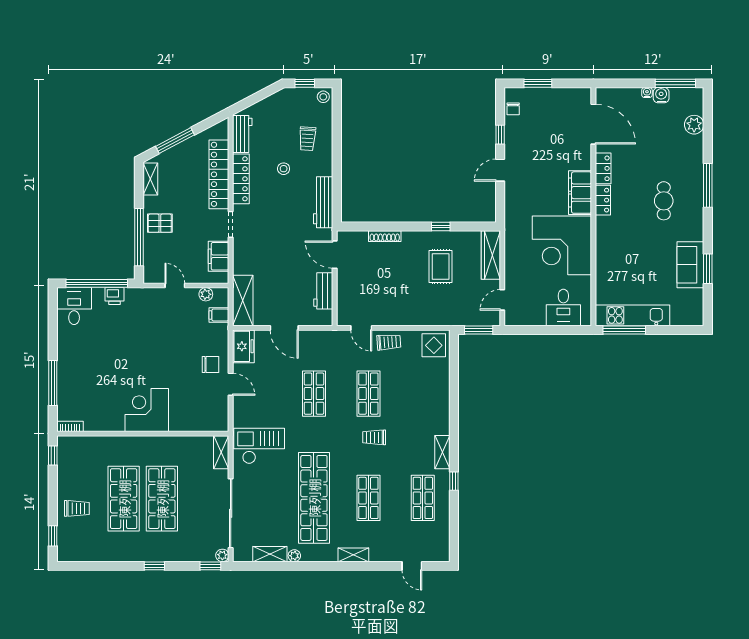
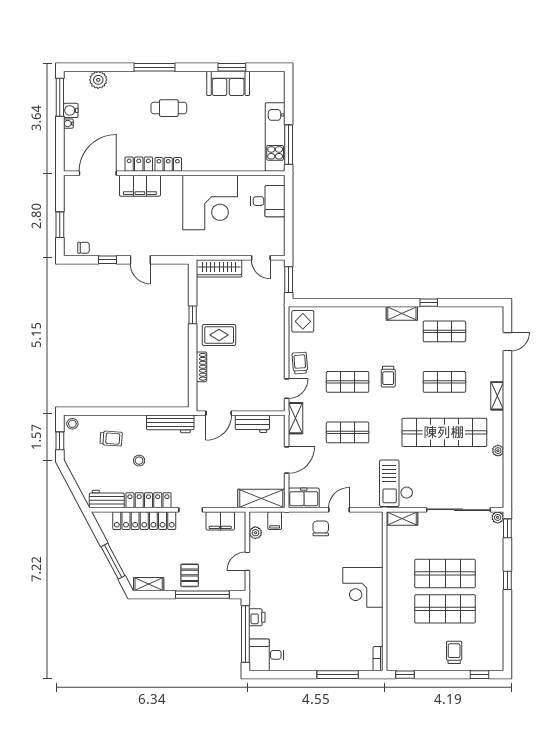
filing cabinet: (580, 193) -> (140, 186), moved
rug: (441, 267) -> (219, 335), moved
shelving: (270, 554) -> (296, 418), moved

